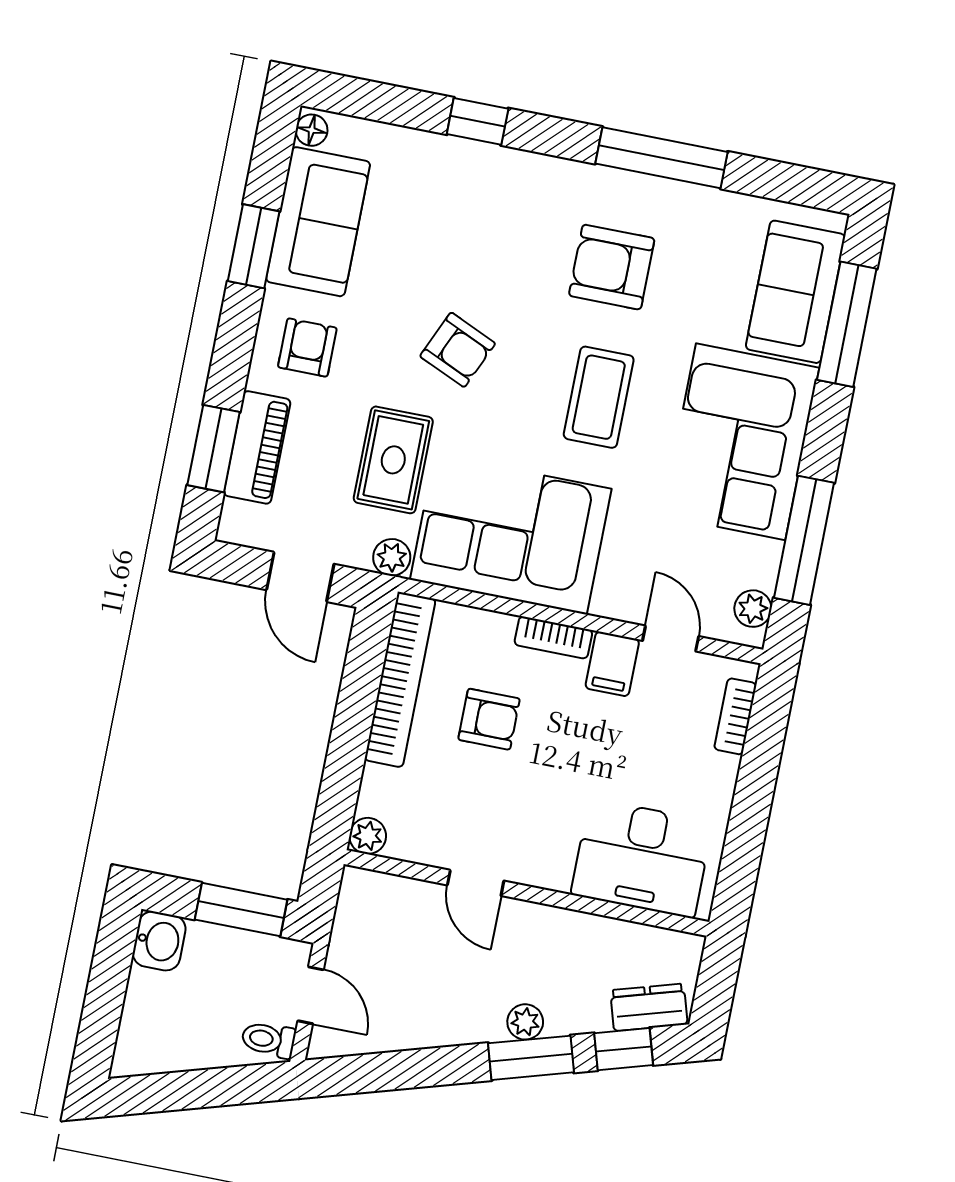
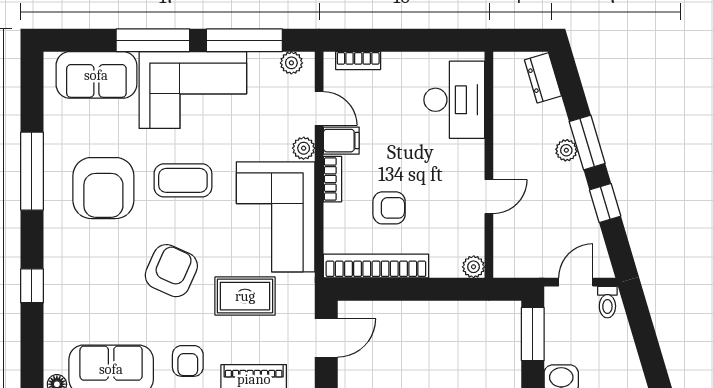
armchair: (612, 267) -> (103, 188), width x1.36, depth x1.36
window: (847, 324) -> (153, 40), moved
armchair: (307, 348) -> (188, 361), turned -90
armchair: (458, 350) -> (171, 271), width x1.38, depth x1.38
plant: (392, 557) -> (304, 148), moved
door: (671, 638) -> (319, 109), swing flipped
armchair: (489, 719) -> (389, 208), turned 90
window: (624, 1049) -> (605, 203), moved

